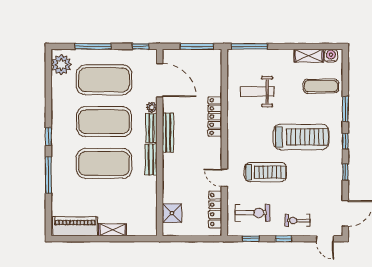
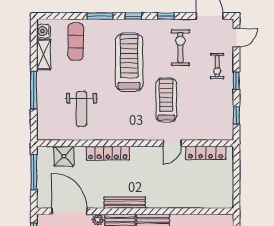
window: (249, 46) -> (34, 90), moved
door: (160, 80) -> (69, 211), hinge flipped
shower: (172, 213) -> (64, 156), moved
exercise bike: (253, 213) -> (180, 48), moved

